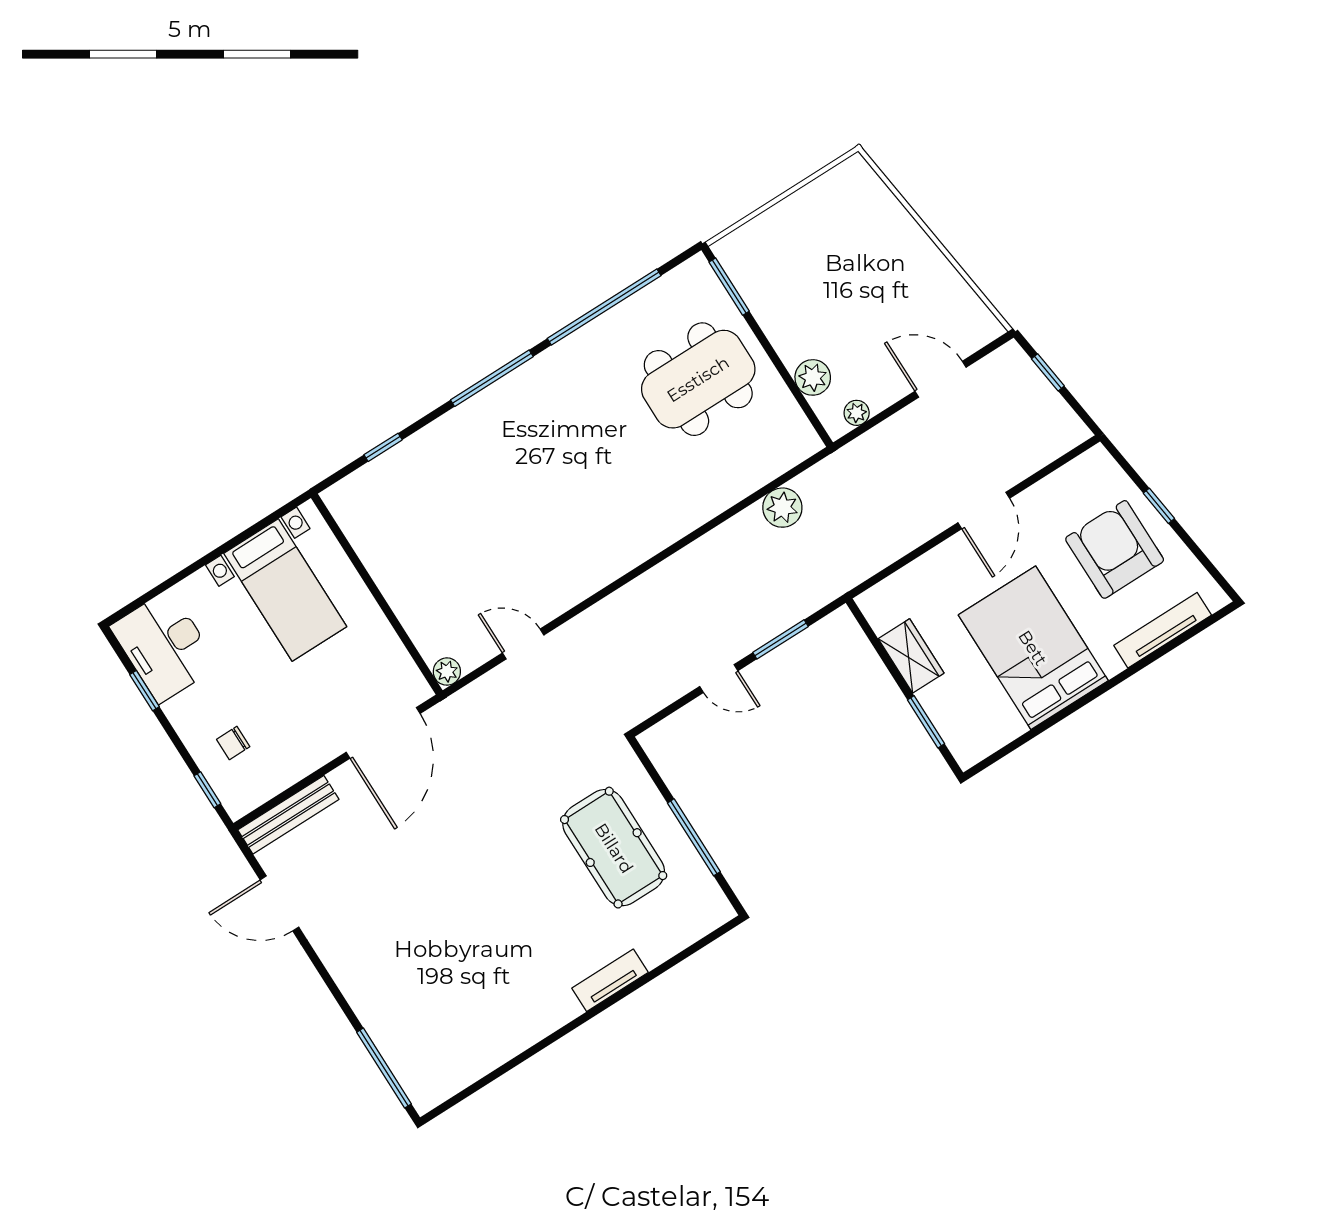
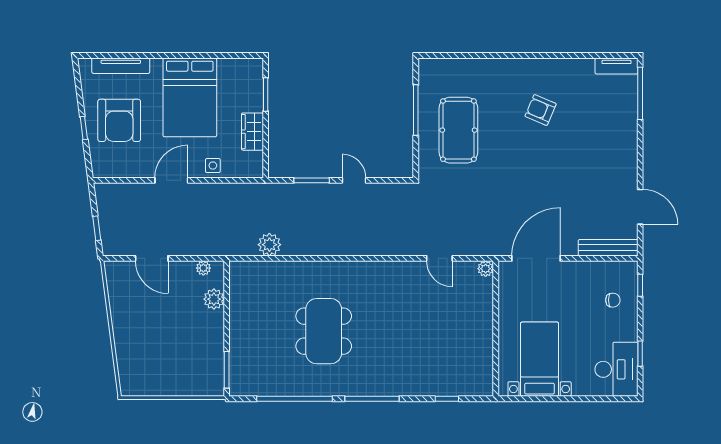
dining table: (698, 379) -> (324, 331), moved, turned 90
side table: (937, 570) -> (213, 166), added
armchair: (513, 952) -> (541, 110), added
tv unit: (610, 980) -> (616, 66), moved

